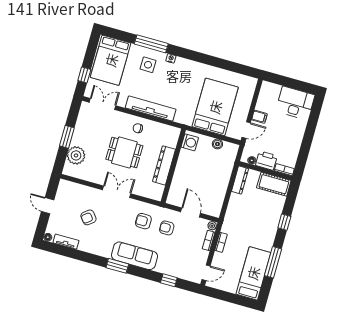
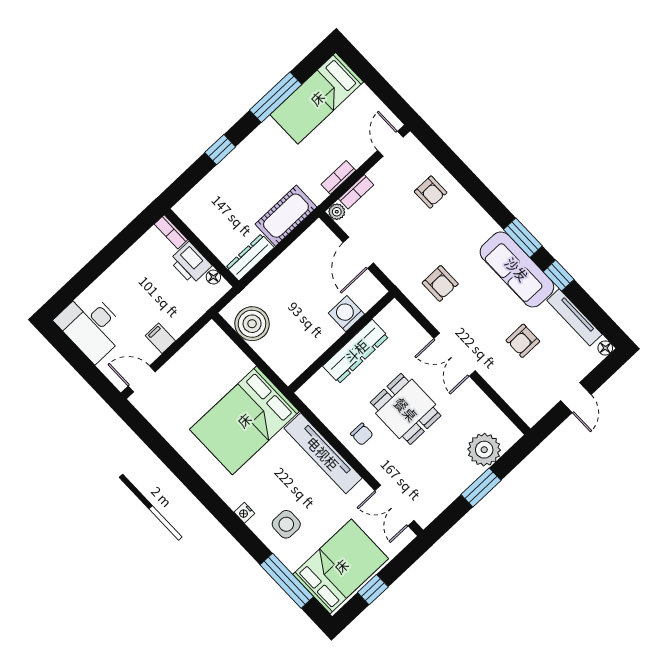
window: (151, 44) -> (287, 581), moved
window: (84, 75) -> (373, 590), moved
bed: (215, 107) -> (244, 420), moved
door: (246, 130) -> (142, 379), moved
washing machine: (190, 142) -> (346, 314), moved
boiler: (217, 144) -> (252, 324), width x1.86, depth x1.86
cot: (274, 184) -> (286, 216), moved, turned 90
armchair: (88, 217) -> (523, 341), turned 128
armchair: (167, 228) -> (431, 192), moved
tv unit: (66, 242) -> (574, 317), width x1.41
sofa: (135, 256) -> (517, 269), moved
door: (206, 273) -> (390, 144), hinge flipped
window: (169, 280) -> (559, 276), moved

